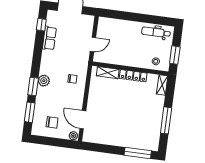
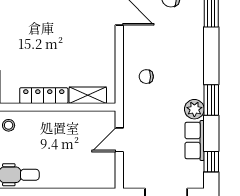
plant: (44, 81) -> (194, 109), moved
window: (33, 87) -> (211, 100), moved

